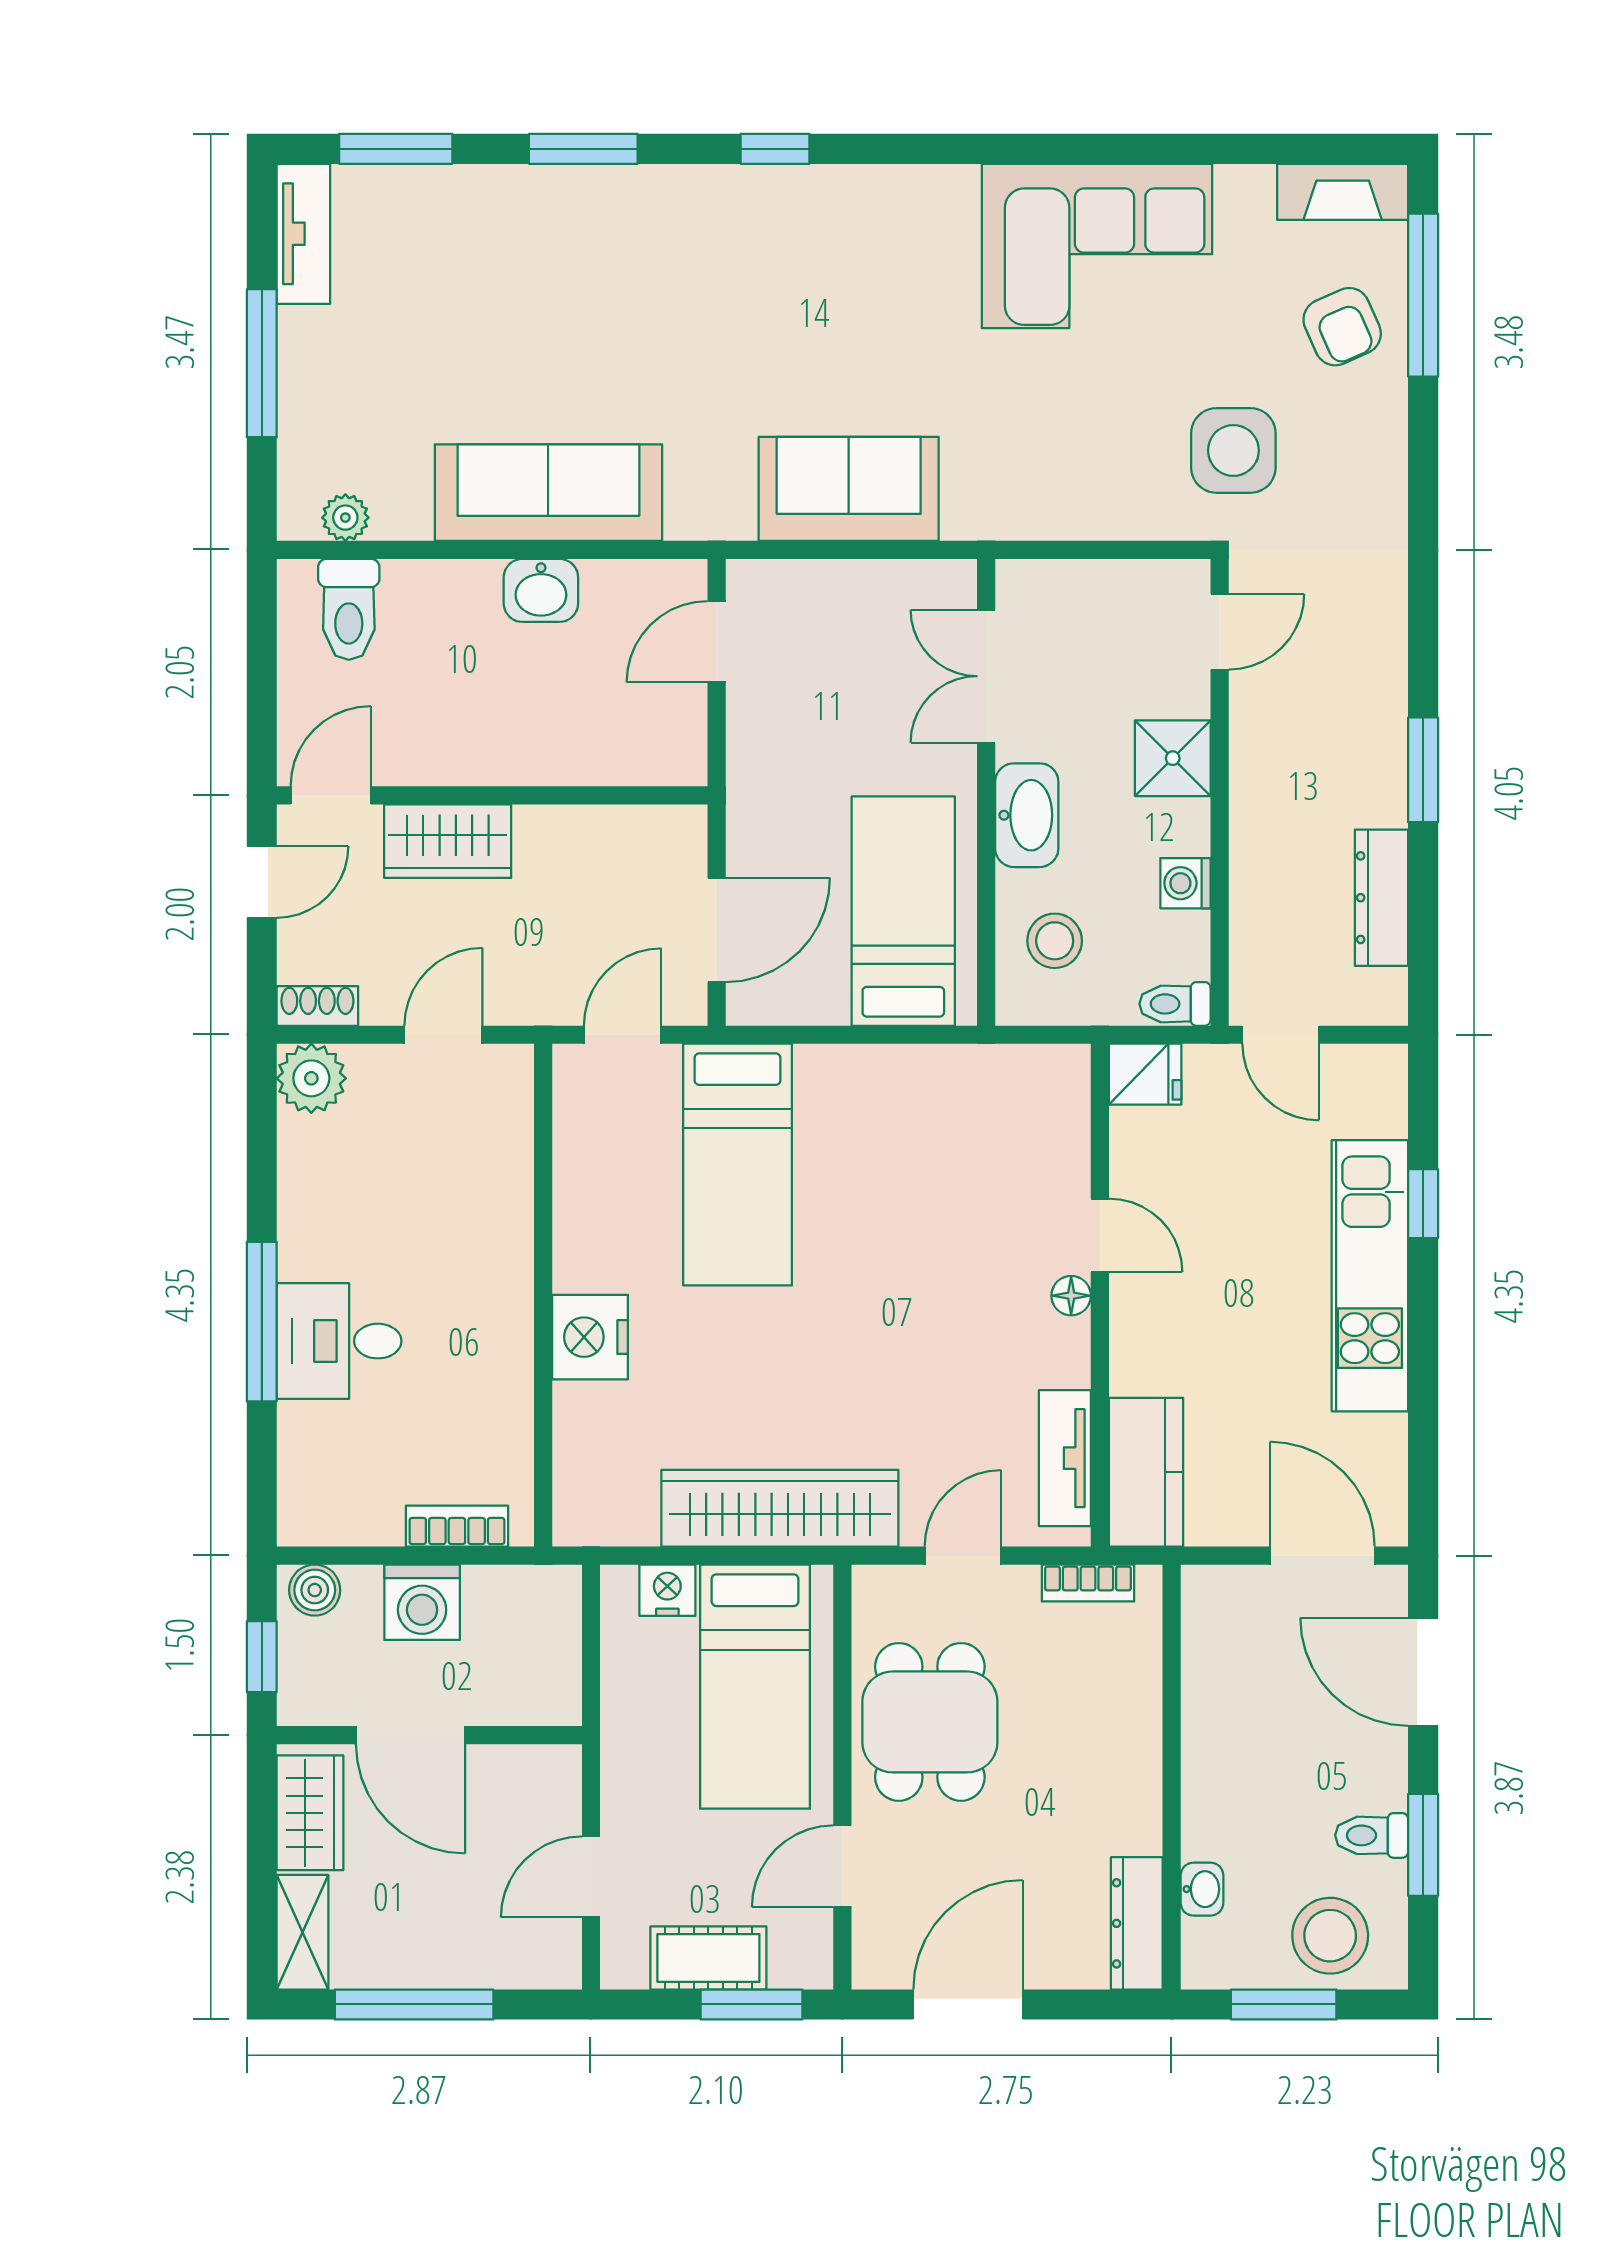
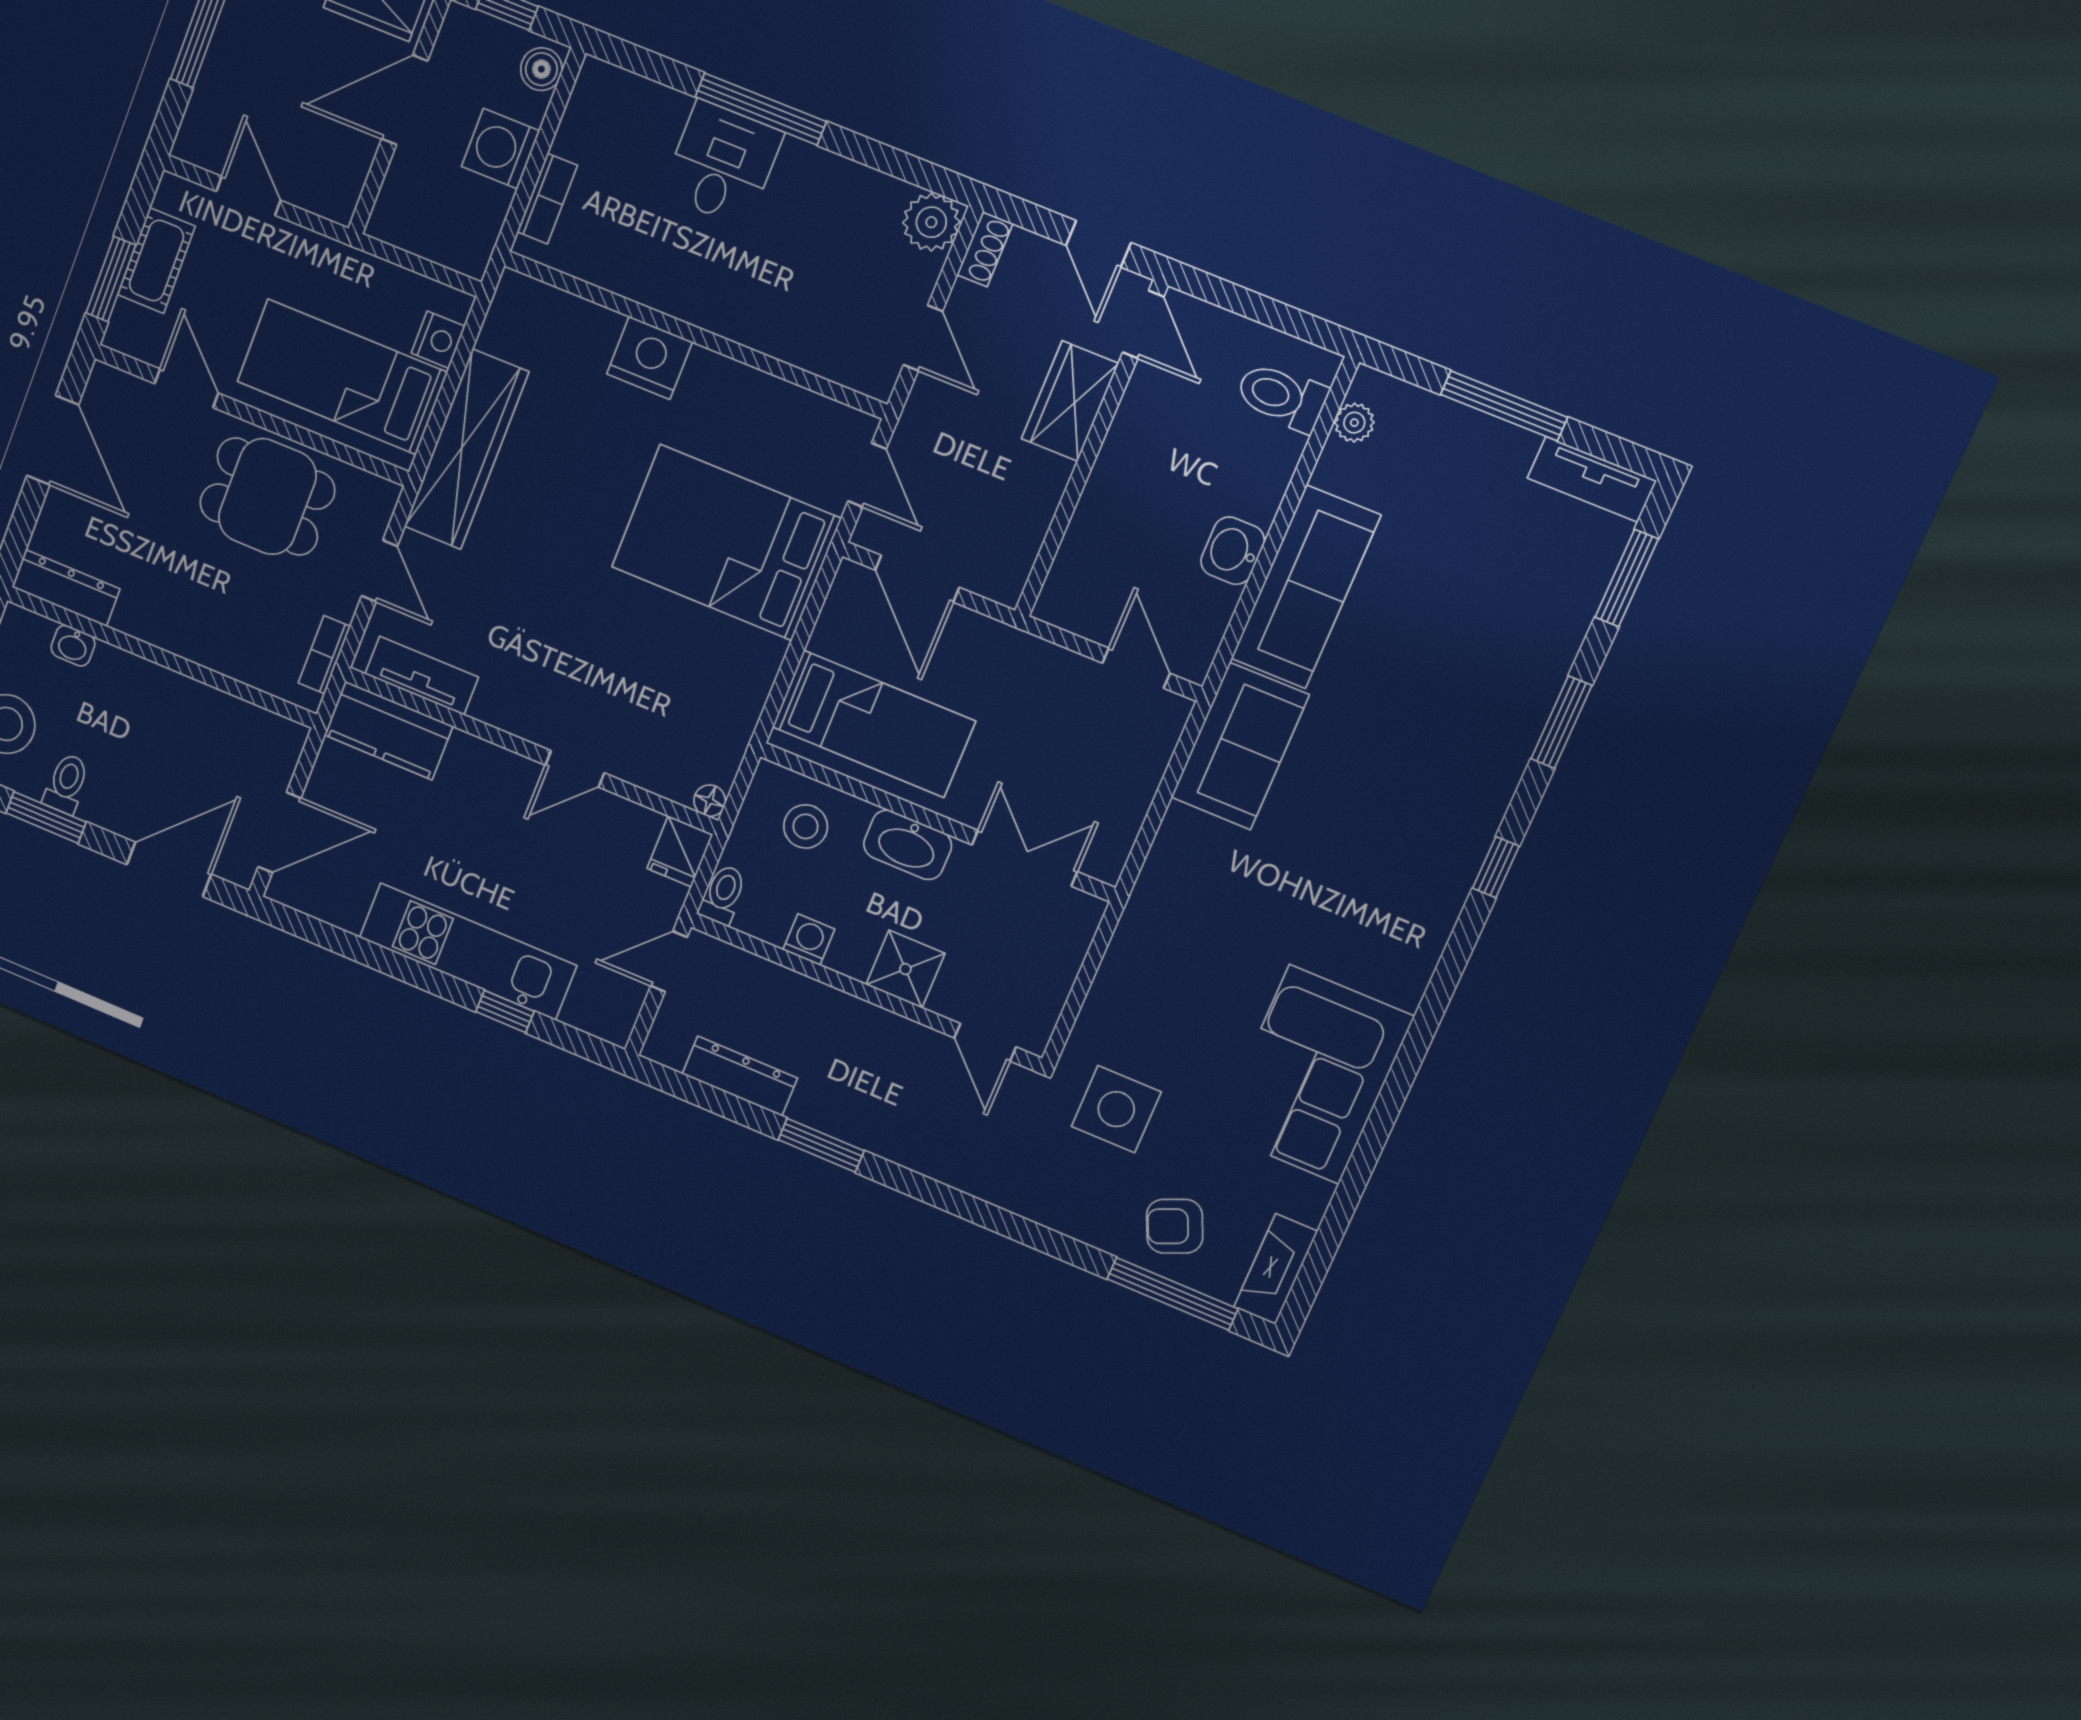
sofa: (849, 489) -> (1240, 746), moved
bed: (738, 1165) -> (726, 543), width x1.50
floor lamp: (1071, 1296) -> (710, 801), moved

